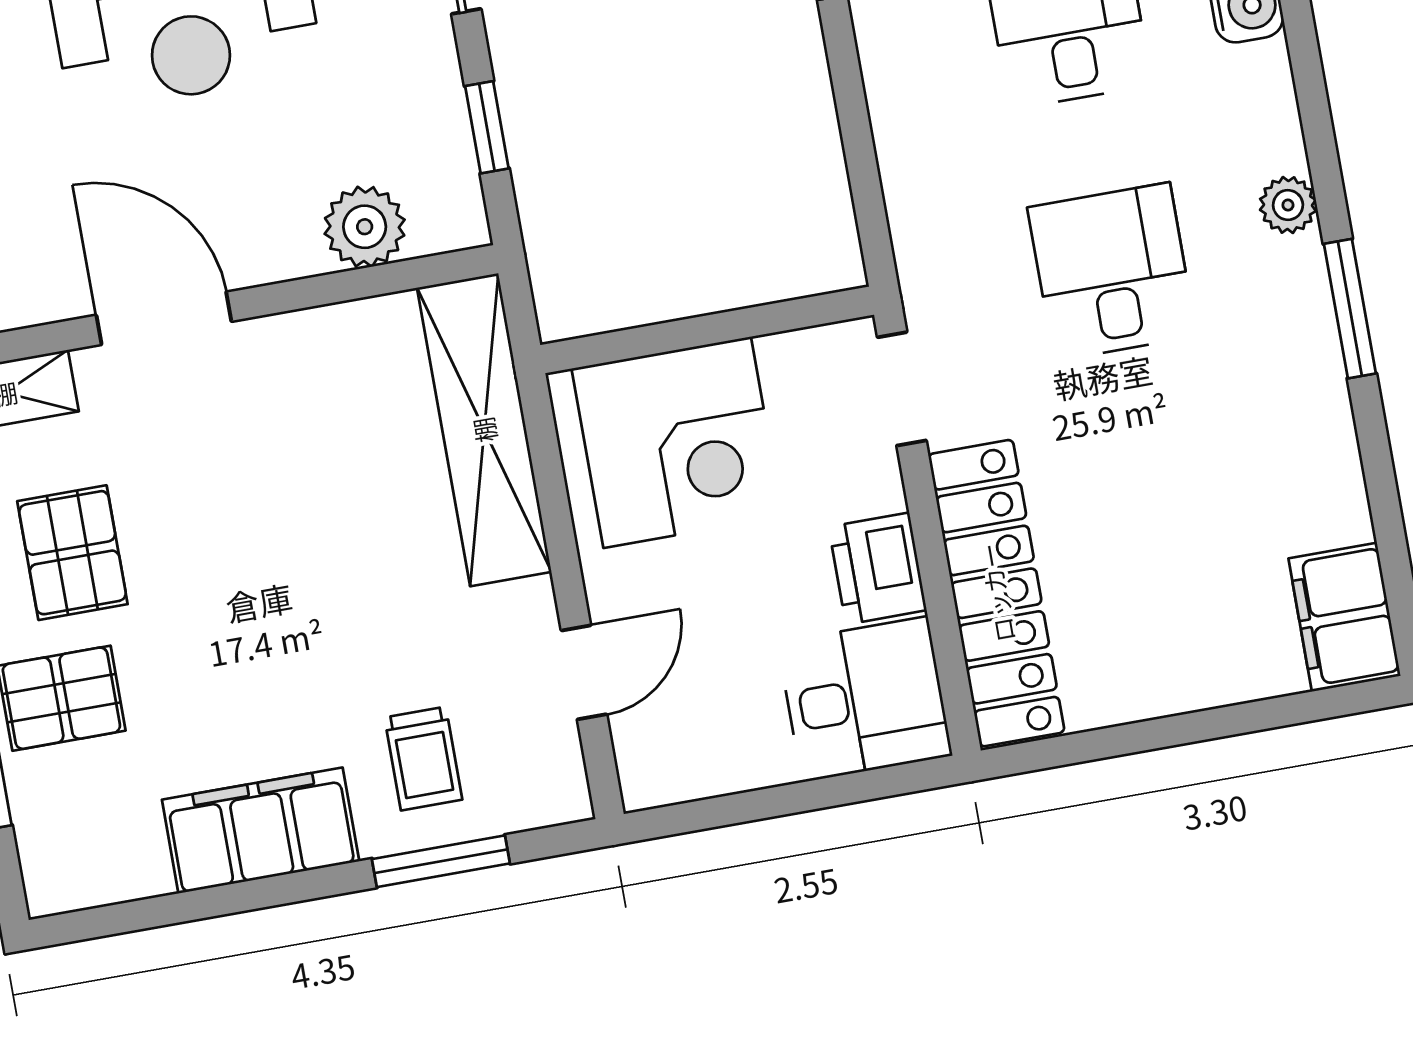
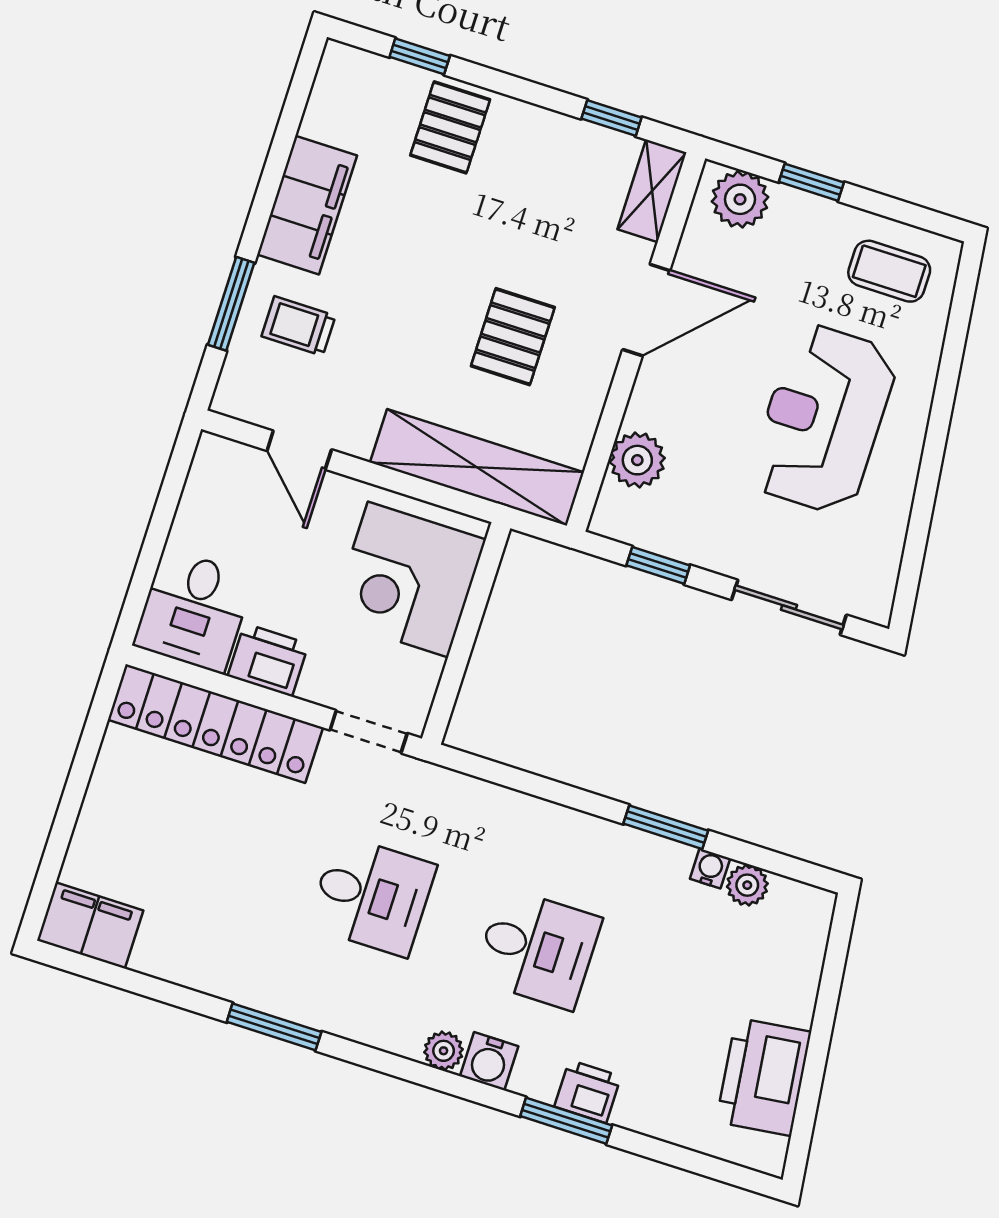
plant: (1288, 205) -> (444, 1051), moved
pallet: (72, 553) -> (513, 337), moved, turned 90

